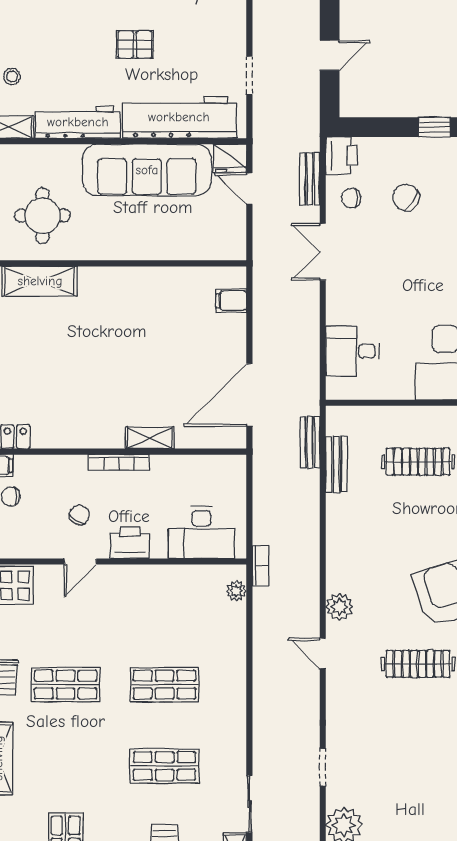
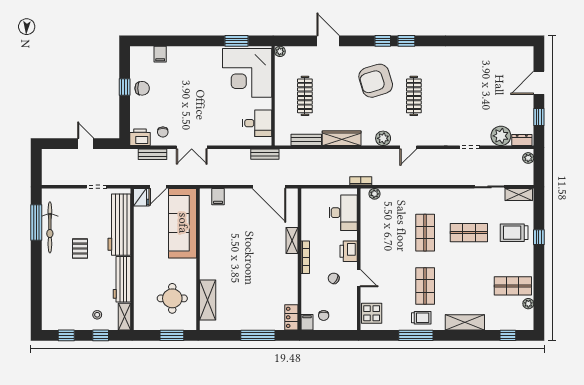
sofa: (147, 170) -> (183, 223), moved, turned 180
chair: (406, 197) -> (142, 88), moved, turned -121
desk: (352, 351) -> (257, 123), moved, turned -90
bench: (310, 442) -> (265, 154), moved
wardrobe: (339, 530) -> (342, 138), added
shop shelf: (165, 766) -> (469, 233), turned 90

